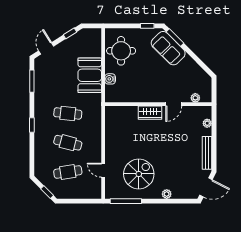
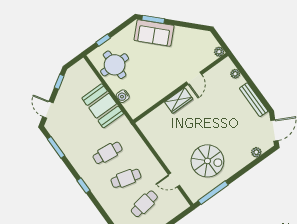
window: (147, 26) -> (103, 40), moved
plant: (195, 98) -> (219, 52), moved
spiral stairs: (139, 174) -> (207, 161), turned 90
plant: (167, 194) -> (256, 152), moved

